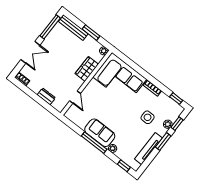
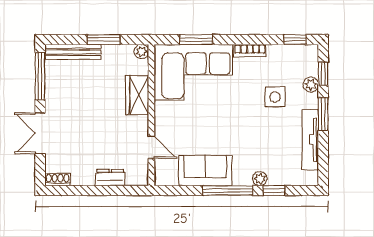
double door: (30, 52) -> (40, 133), swing flipped
window: (132, 65) -> (196, 40), added
sofa: (100, 133) -> (205, 171), moved
window: (124, 166) -> (274, 190), moved

